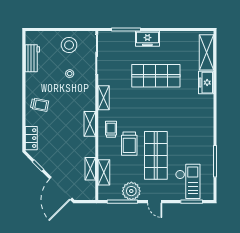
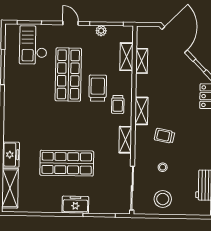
trolley: (40, 105) -> (164, 136), moved
plant: (131, 191) -> (101, 31), width x0.53, depth x0.53

